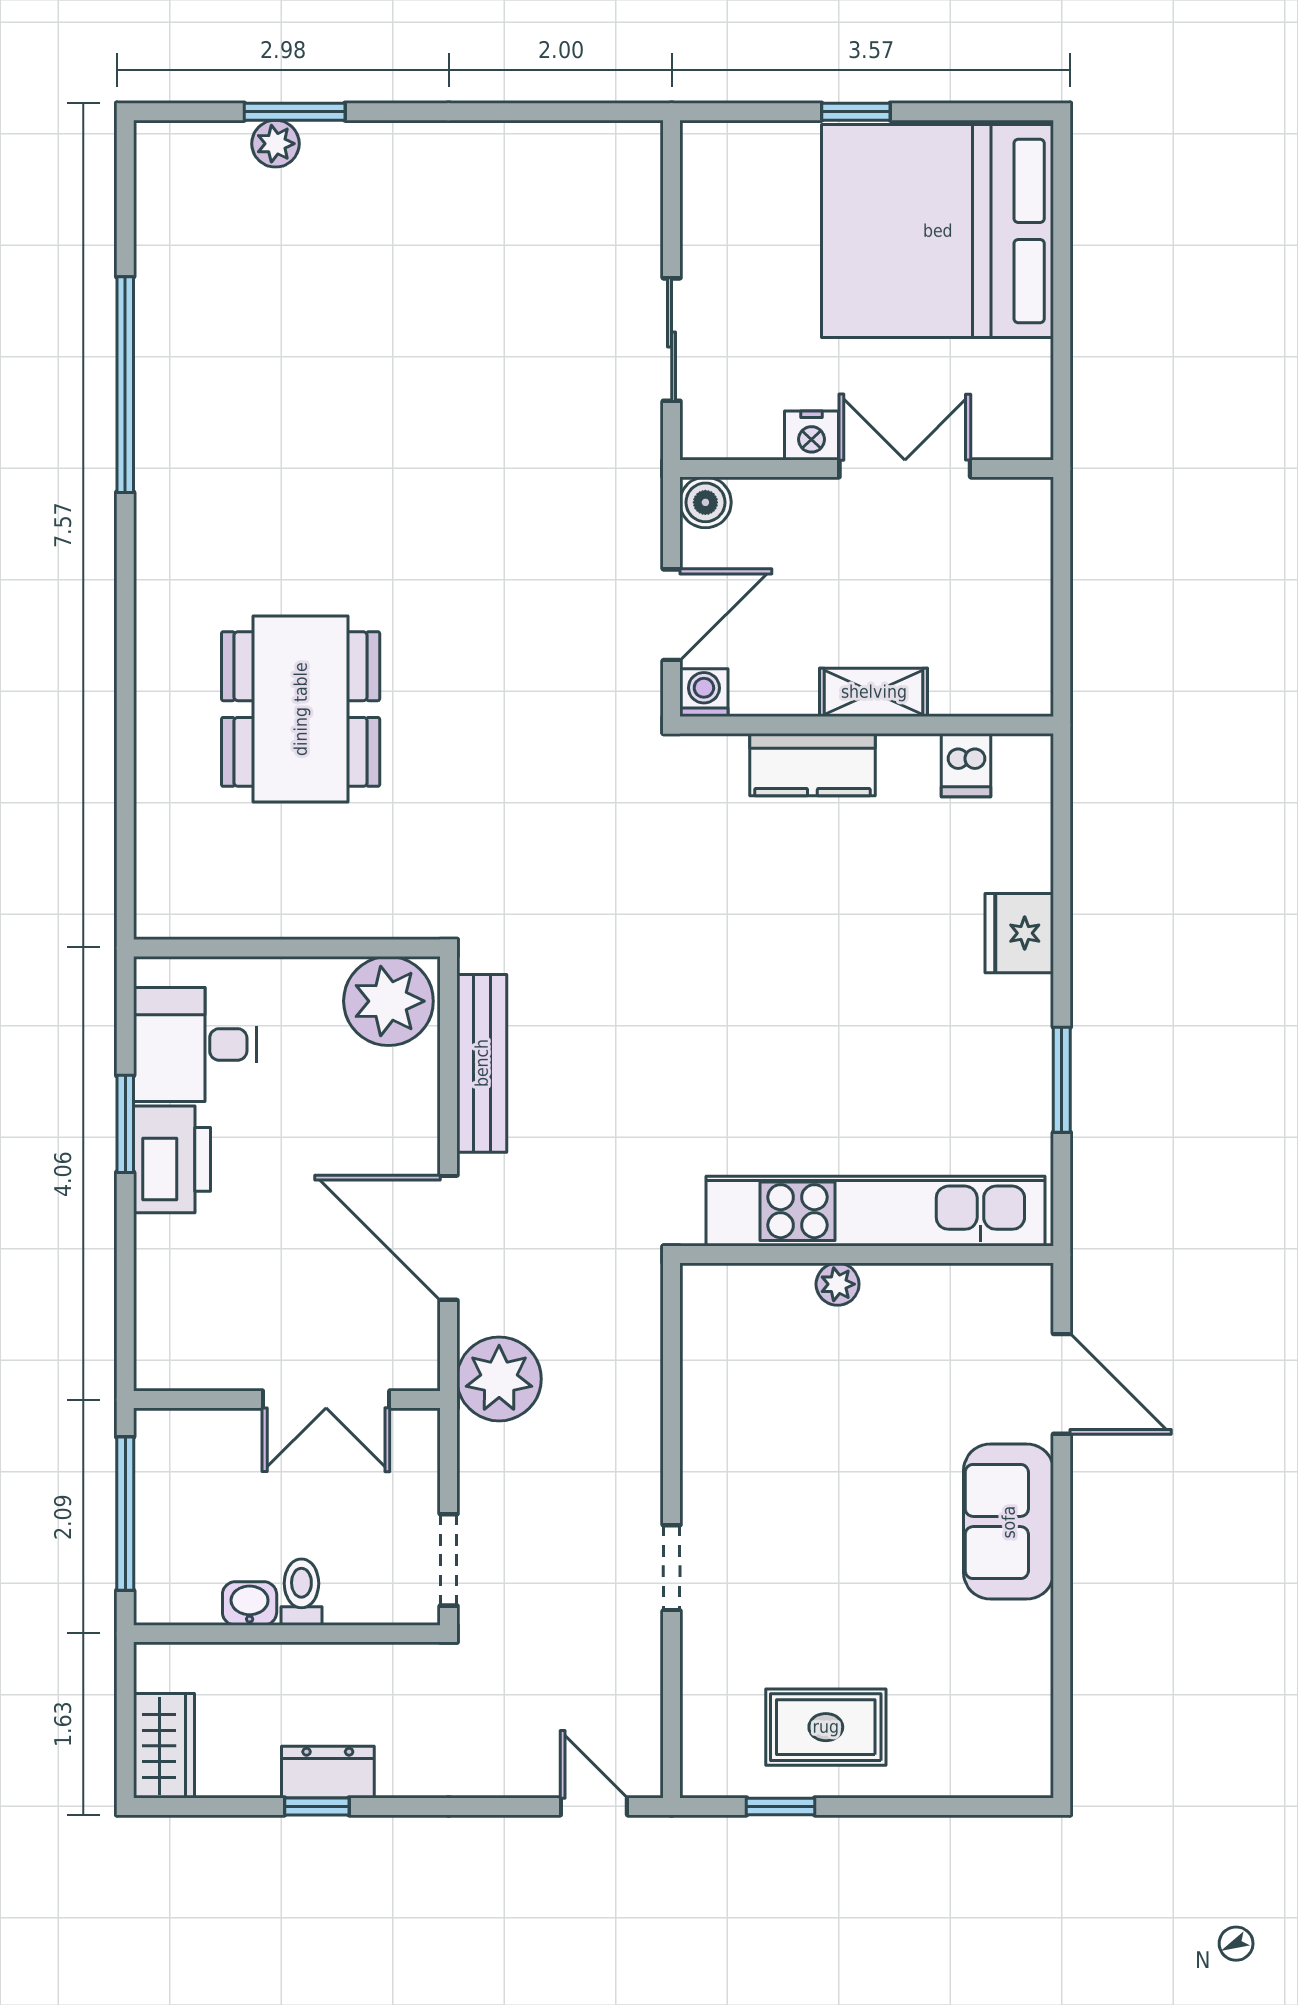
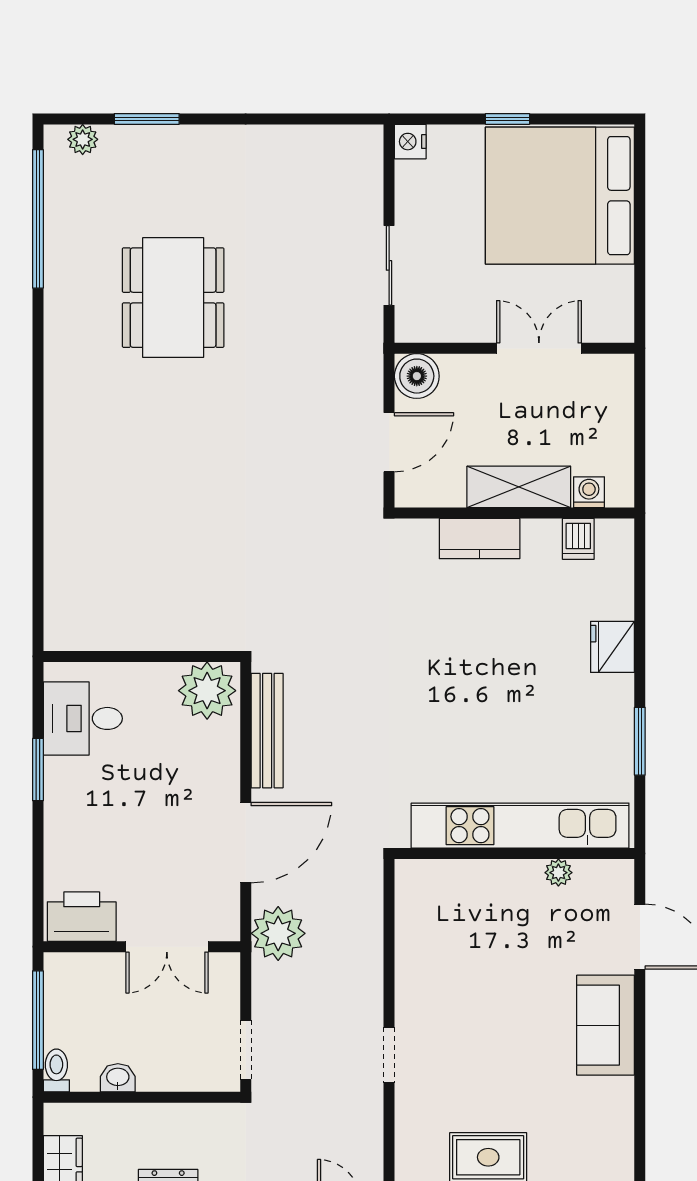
plant: (275, 144) -> (83, 139), moved
window: (125, 385) -> (38, 219), moved
nightstand: (812, 435) -> (410, 142), moved, turned 90
boiler: (705, 502) -> (417, 376), width x1.36, depth x1.36
shelving: (874, 692) -> (519, 487), width x1.50, depth x1.33
washing machine: (704, 693) -> (589, 492), moved
dining table: (301, 709) -> (173, 298), moved
printer: (172, 1159) -> (82, 917), moved, turned -90
door: (449, 1238) -> (246, 843), swing flipped
plant: (838, 1284) -> (558, 873), moved
toilet: (301, 1592) -> (56, 1070), moved

